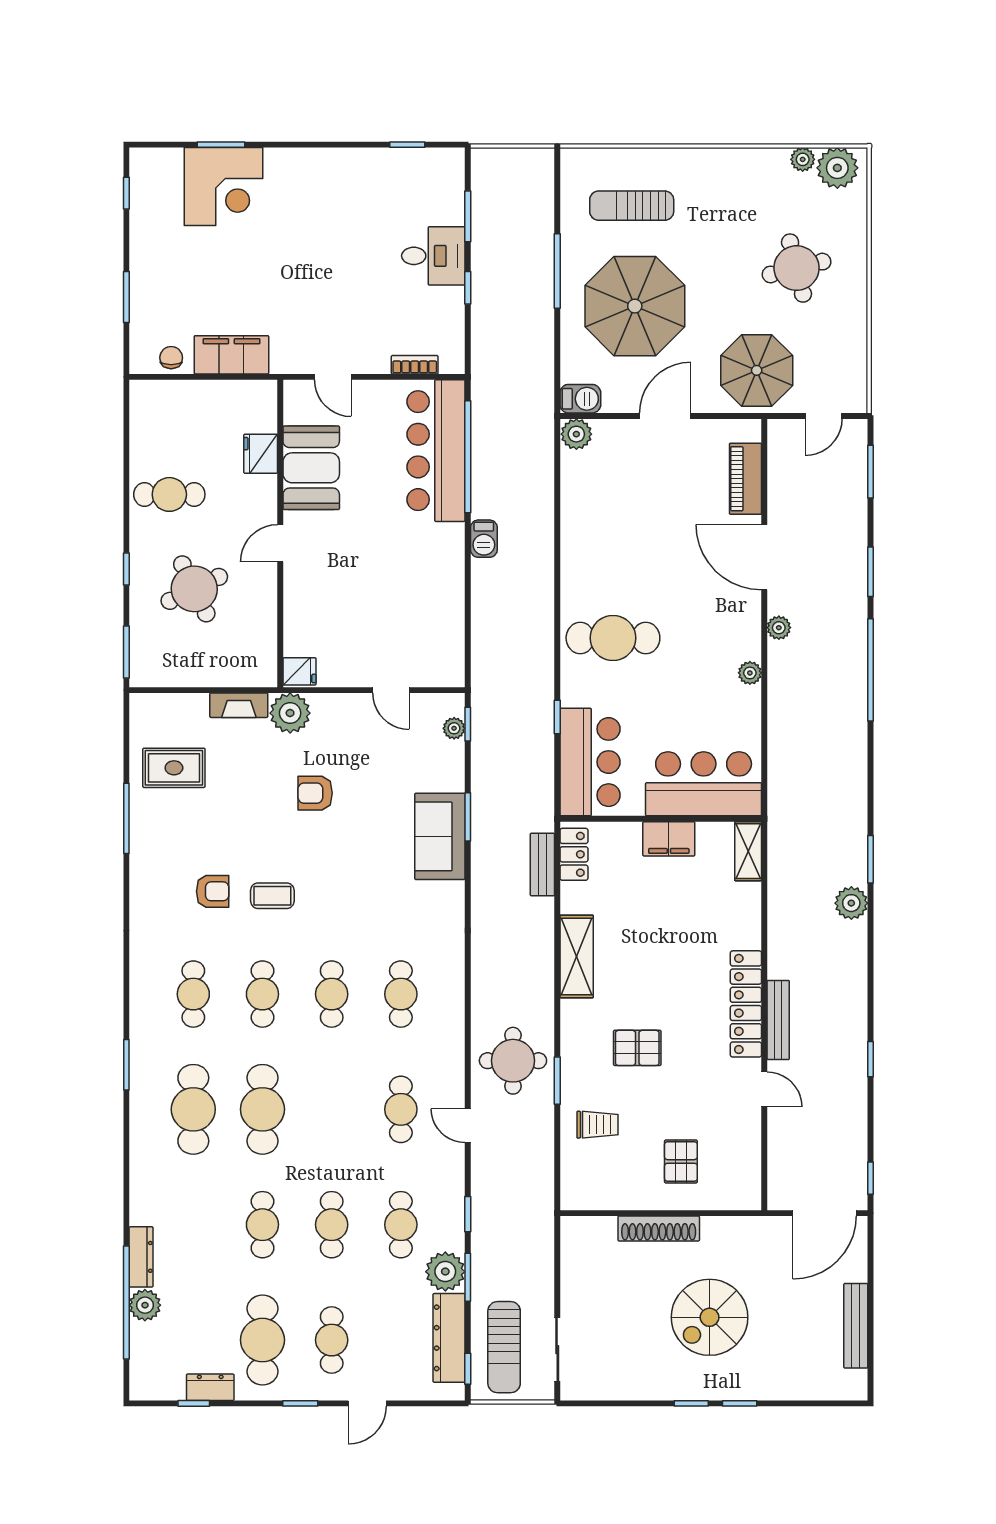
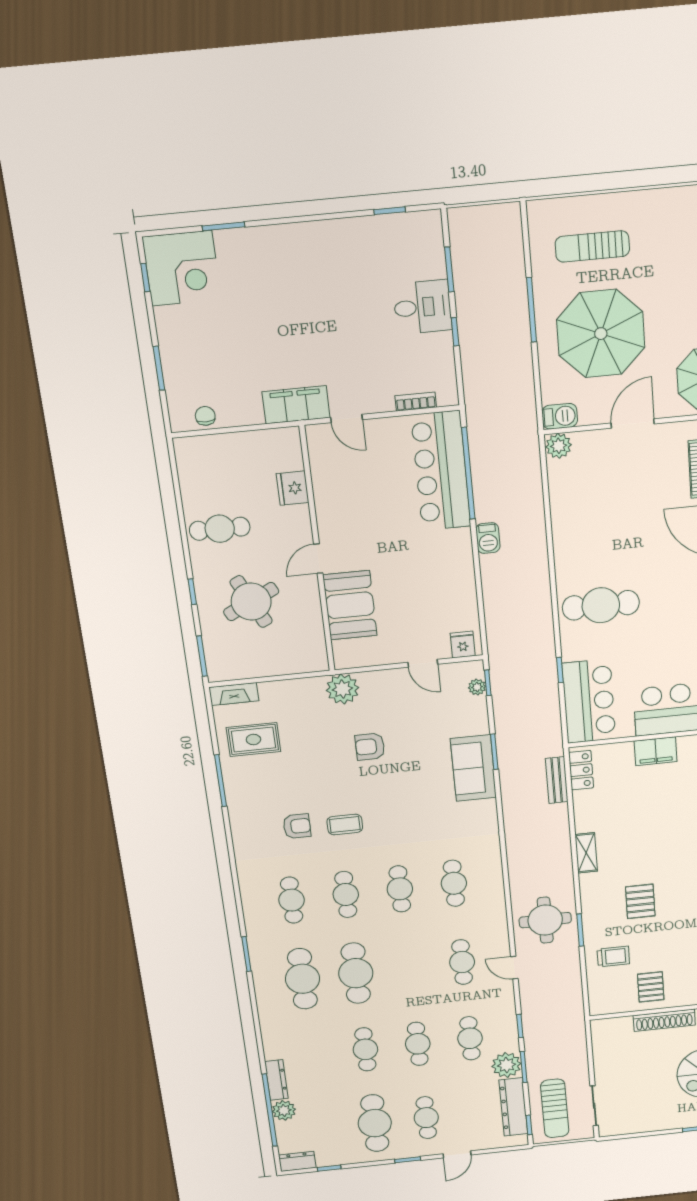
corner desk: (224, 187) -> (182, 268), moved
filing cabinet: (231, 355) -> (296, 405), moved
booth: (311, 468) -> (350, 605), moved
fridge: (300, 671) -> (463, 645), moved, turned -90
fireplace: (239, 705) -> (234, 694), moved
shelving: (577, 956) -> (586, 853), width x0.67, depth x0.75
pallet: (637, 1048) -> (640, 901), turned 90
pallet: (681, 1161) -> (651, 987), moved
dresser: (210, 1387) -> (297, 1161), moved

